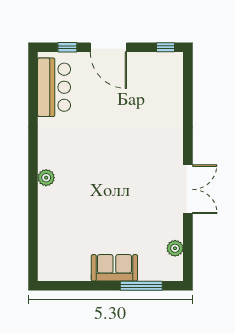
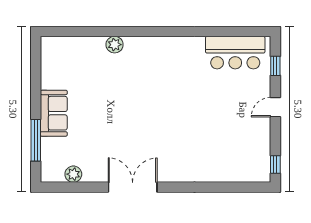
door: (108, 47) -> (275, 107), width x0.53
plant: (46, 178) -> (115, 45), moved
double door: (188, 189) -> (133, 187), swing flipped

